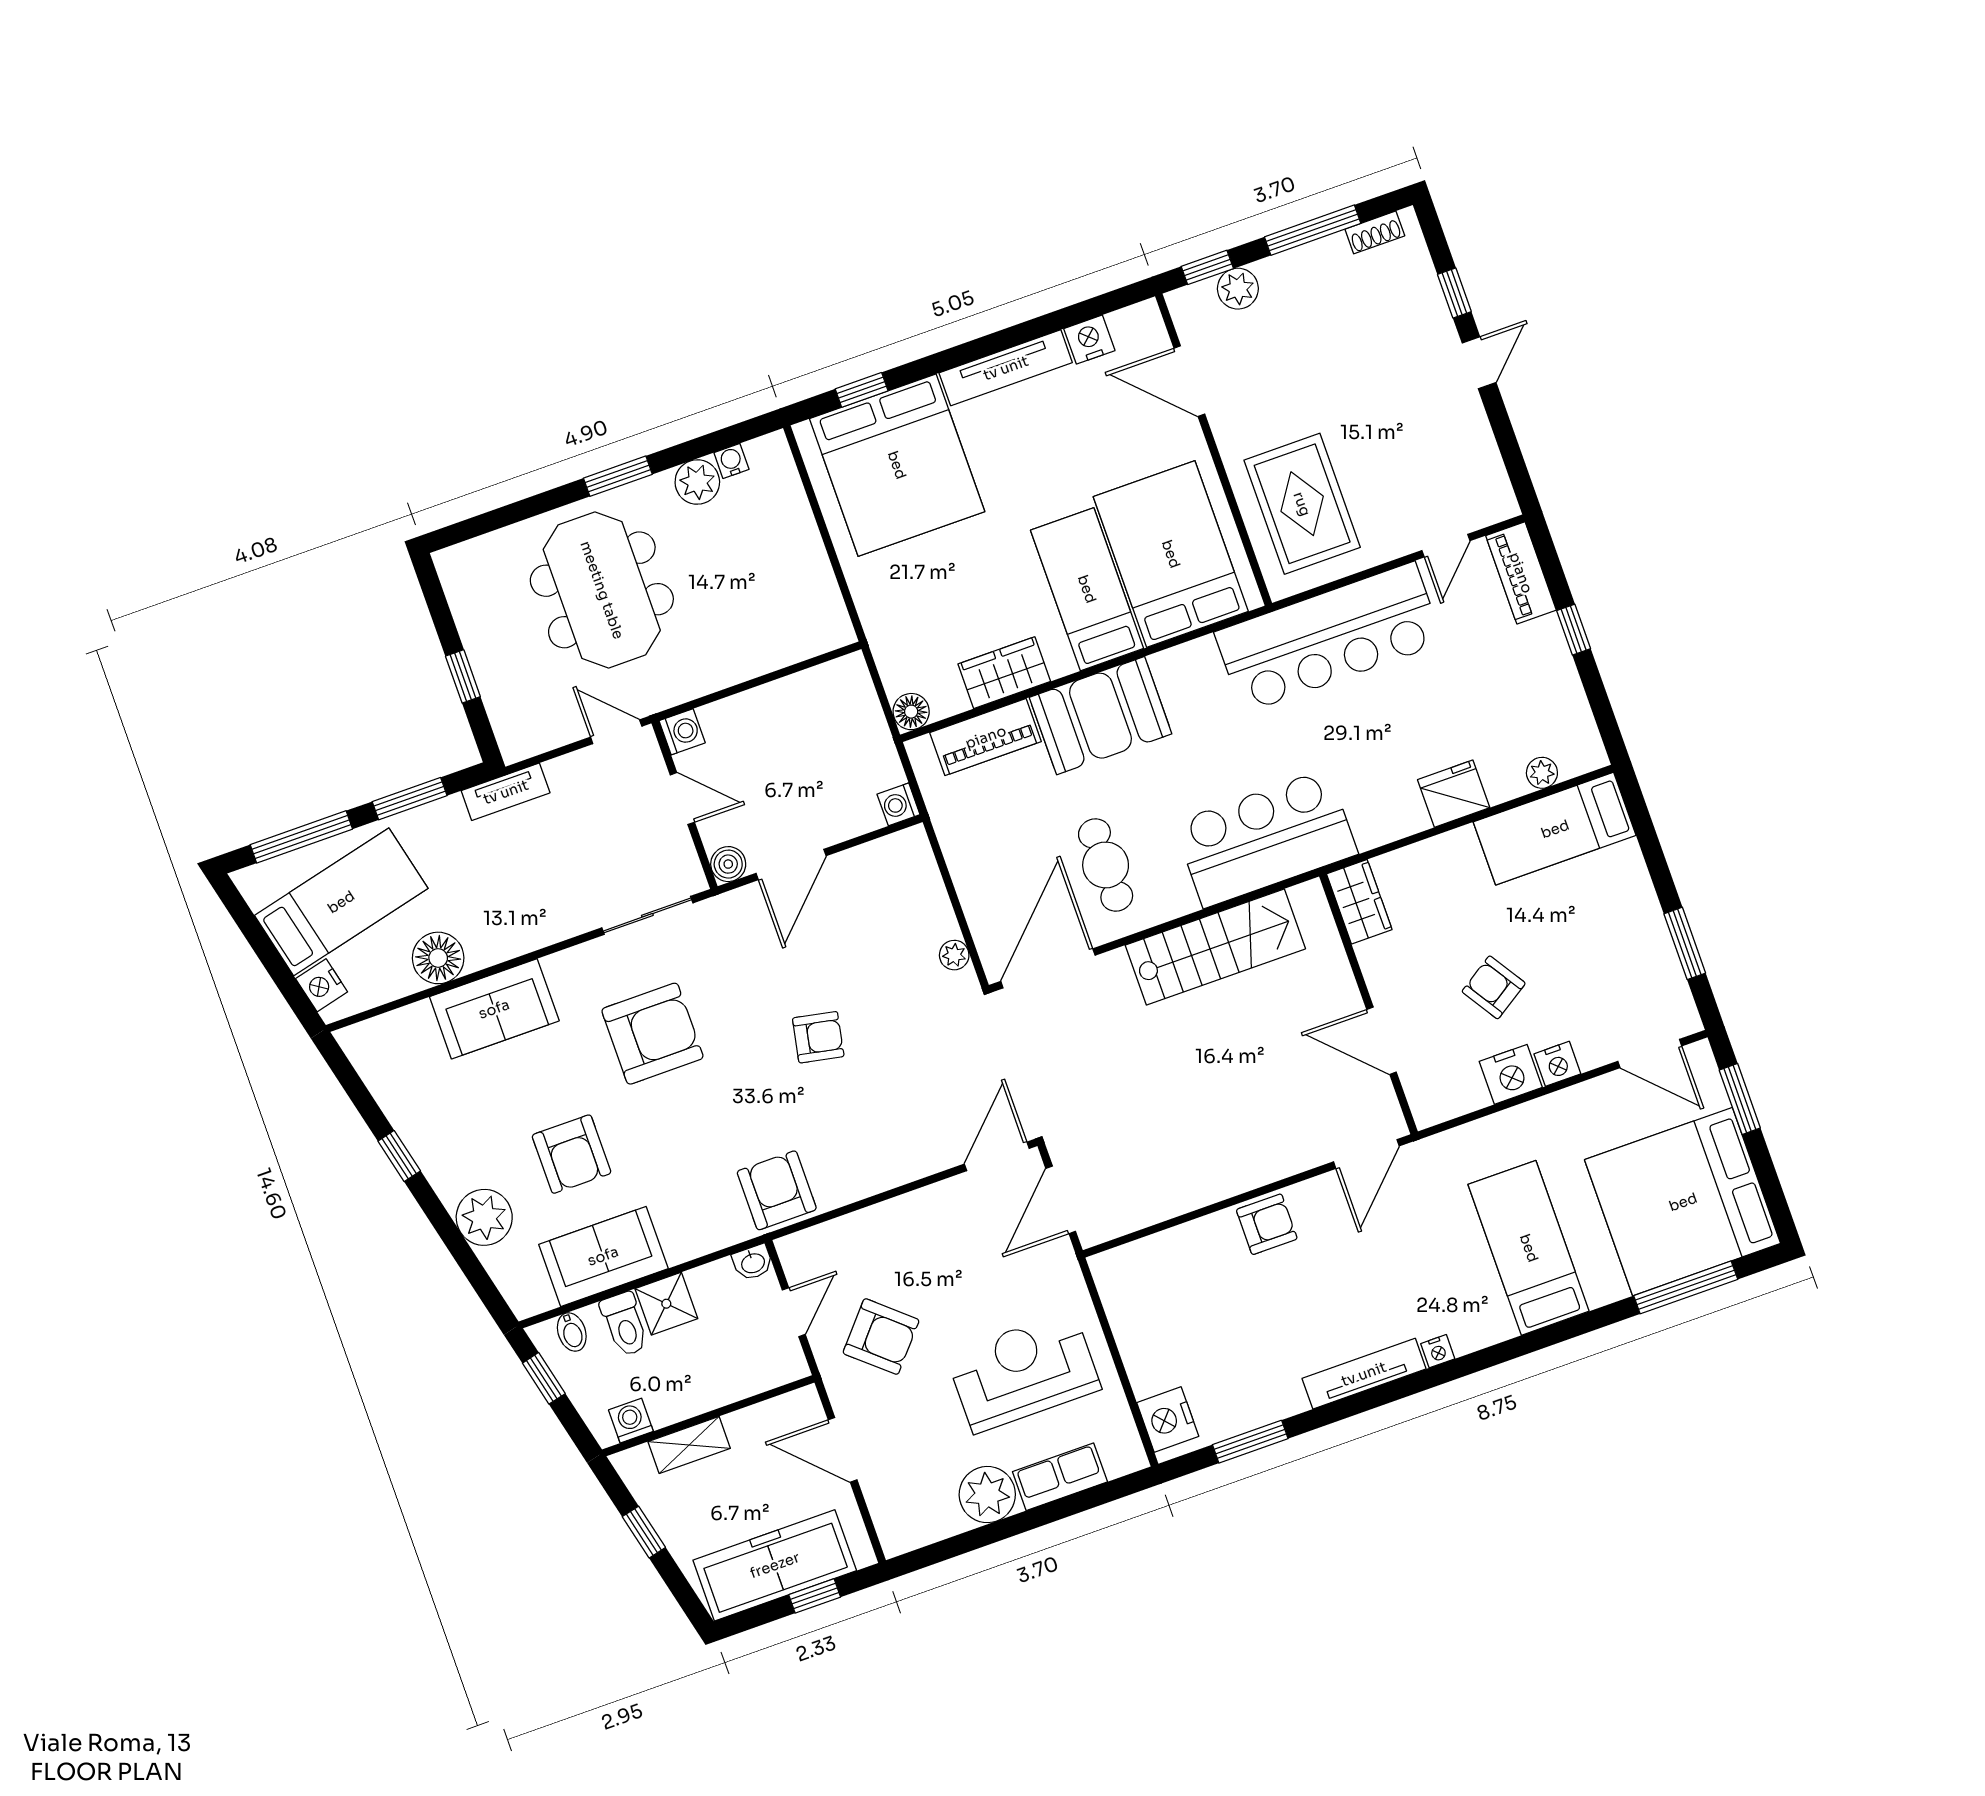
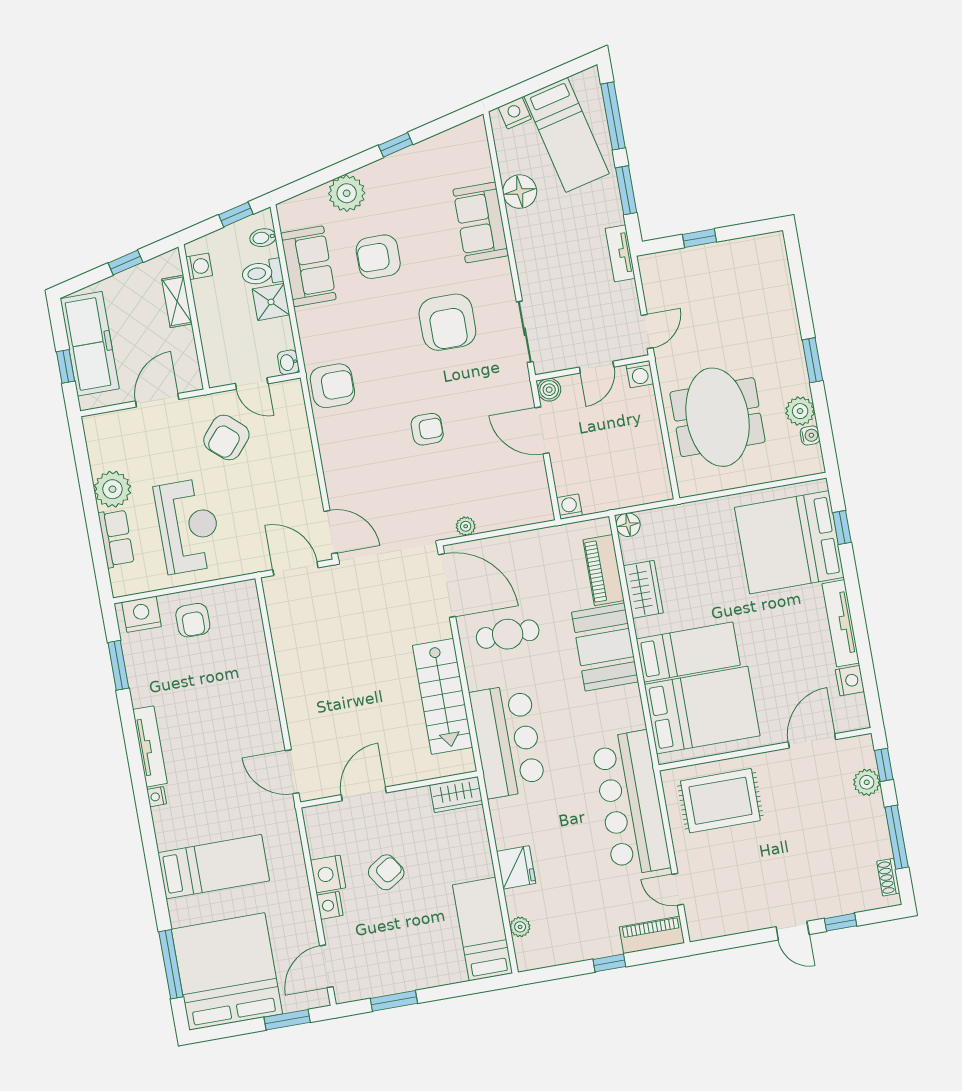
meeting table: (602, 590) -> (718, 417), moved, turned 90
armchair: (818, 1037) -> (427, 429), turned -101
armchair: (1267, 1224) -> (193, 620), moved

